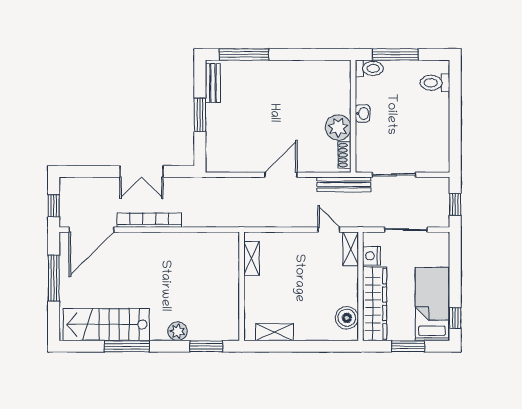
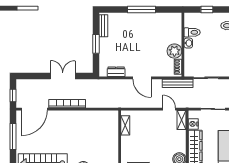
window: (244, 54) -> (141, 10), moved
window: (395, 54) -> (207, 10), width x0.46
toilet: (369, 68) -> (192, 32), moved
dresser: (235, 164) -> (116, 72), added
double door: (141, 171) -> (63, 76), swing flipped
door: (281, 175) -> (142, 78), swing flipped

